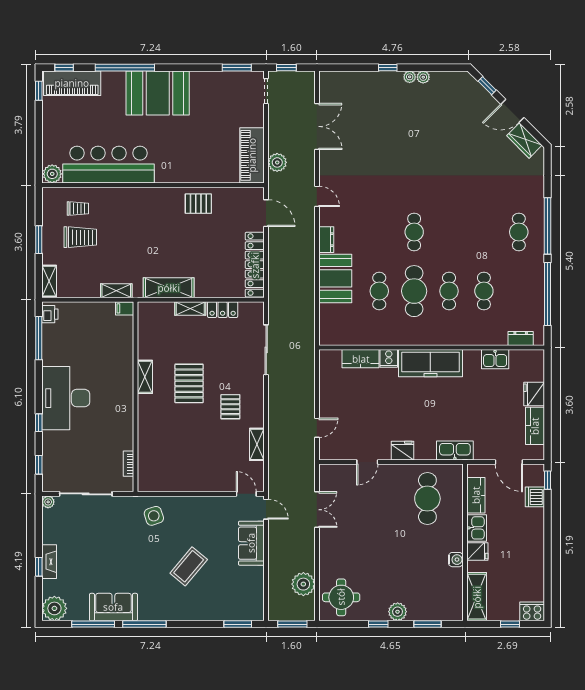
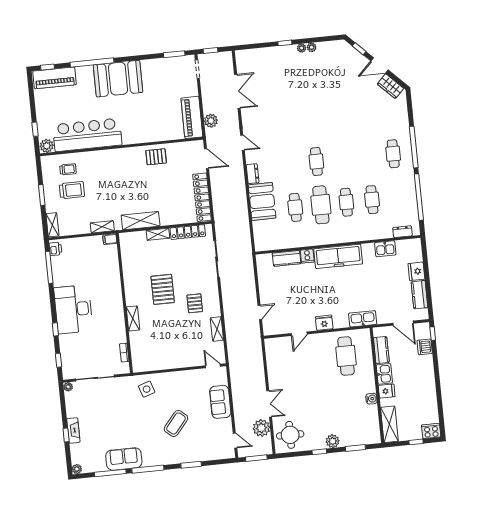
window: (39, 91) -> (35, 129), moved
locker: (223, 310) -> (188, 232), width x1.53
shelving: (145, 377) -> (133, 318), moved
door: (266, 509) -> (235, 441), moved
double door: (317, 510) -> (269, 404), moved
plant: (54, 608) -> (77, 469), width x0.53, depth x0.53
window: (238, 624) -> (191, 465), moved

